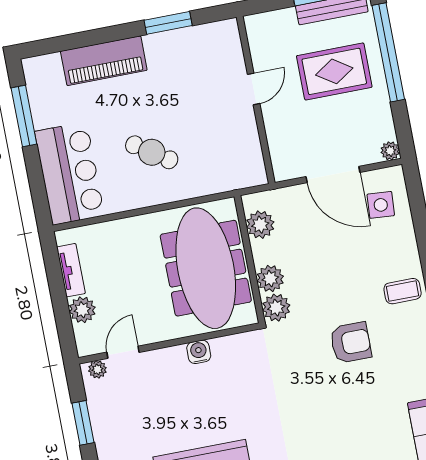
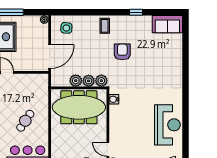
door: (333, 175) -> (50, 57), moved
plant: (260, 225) -> (76, 81), moved
water cooler: (199, 352) -> (114, 99), moved

